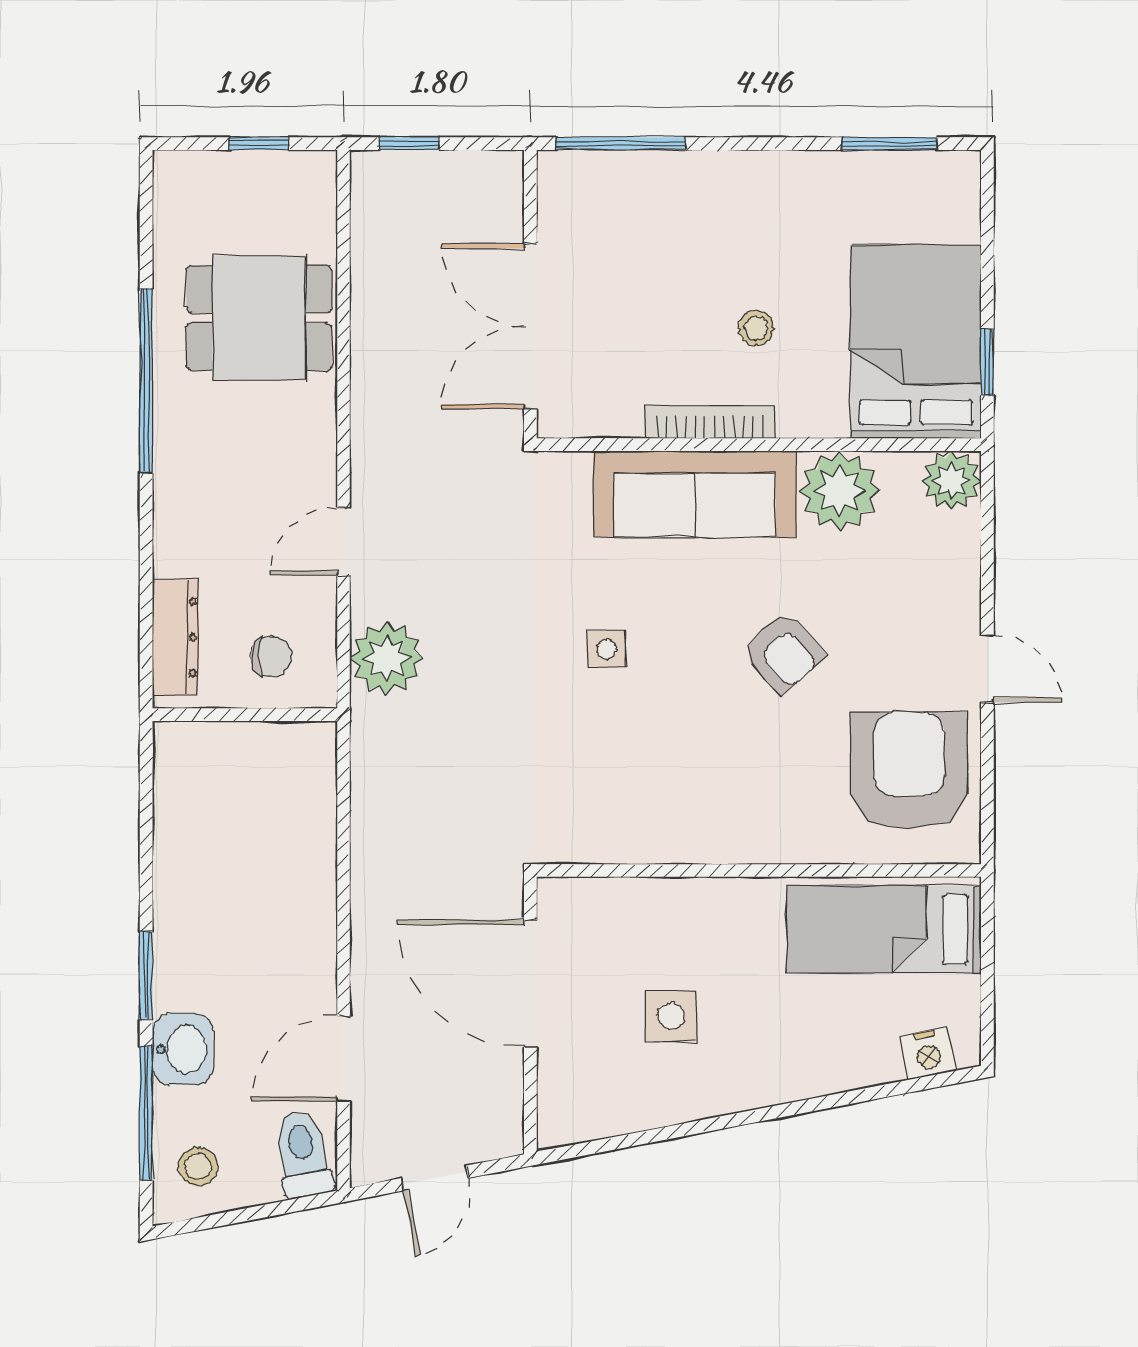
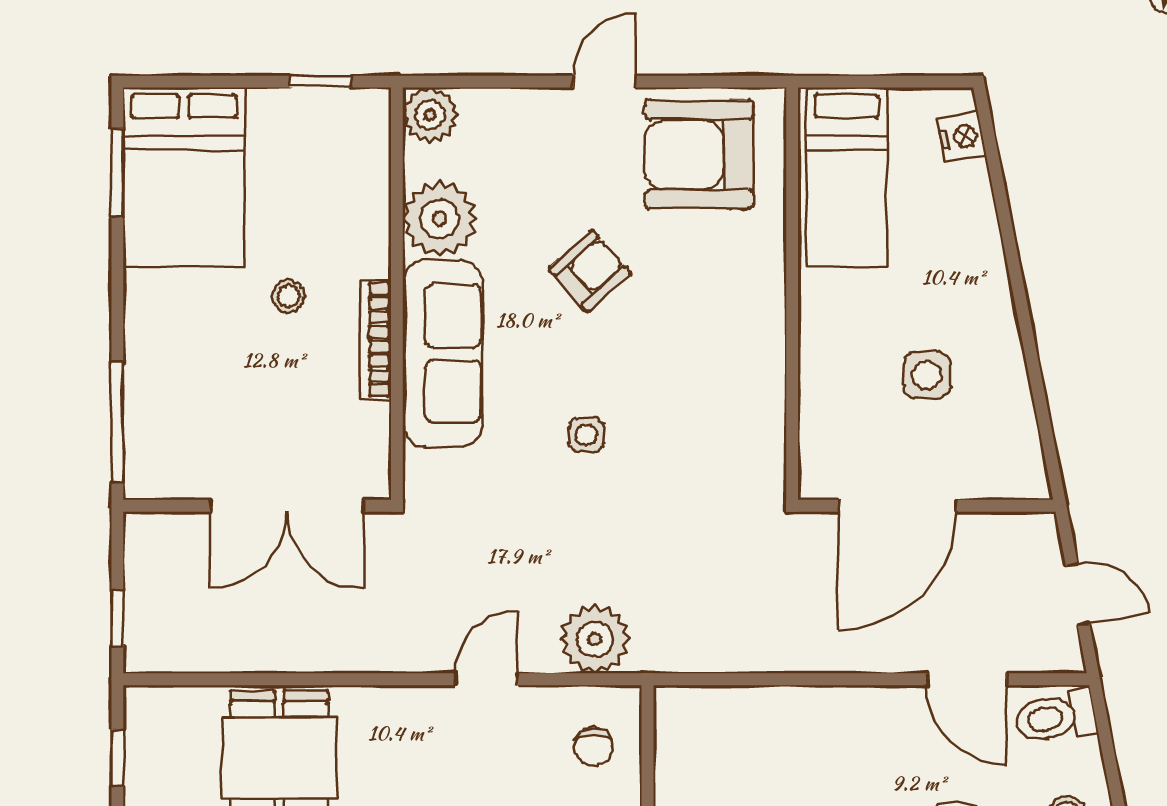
bed: (916, 342) -> (184, 177), moved, turned -90
door: (344, 541) -> (486, 679), swing flipped
chair: (271, 657) -> (594, 747), turned 180

